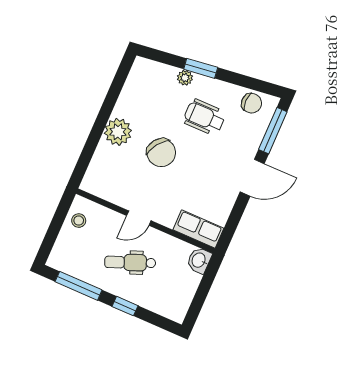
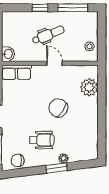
plant: (118, 132) -> (89, 87), moved
door: (139, 218) -> (55, 63), hinge flipped

